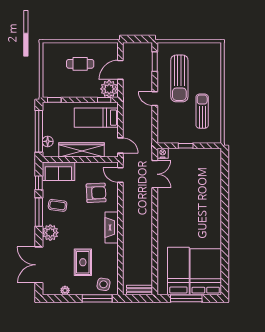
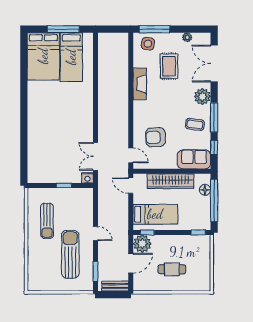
fireplace: (112, 228) -> (140, 84), moved
double door: (39, 265) -> (214, 63), swing flipped
bench: (139, 290) -> (115, 286), moved

